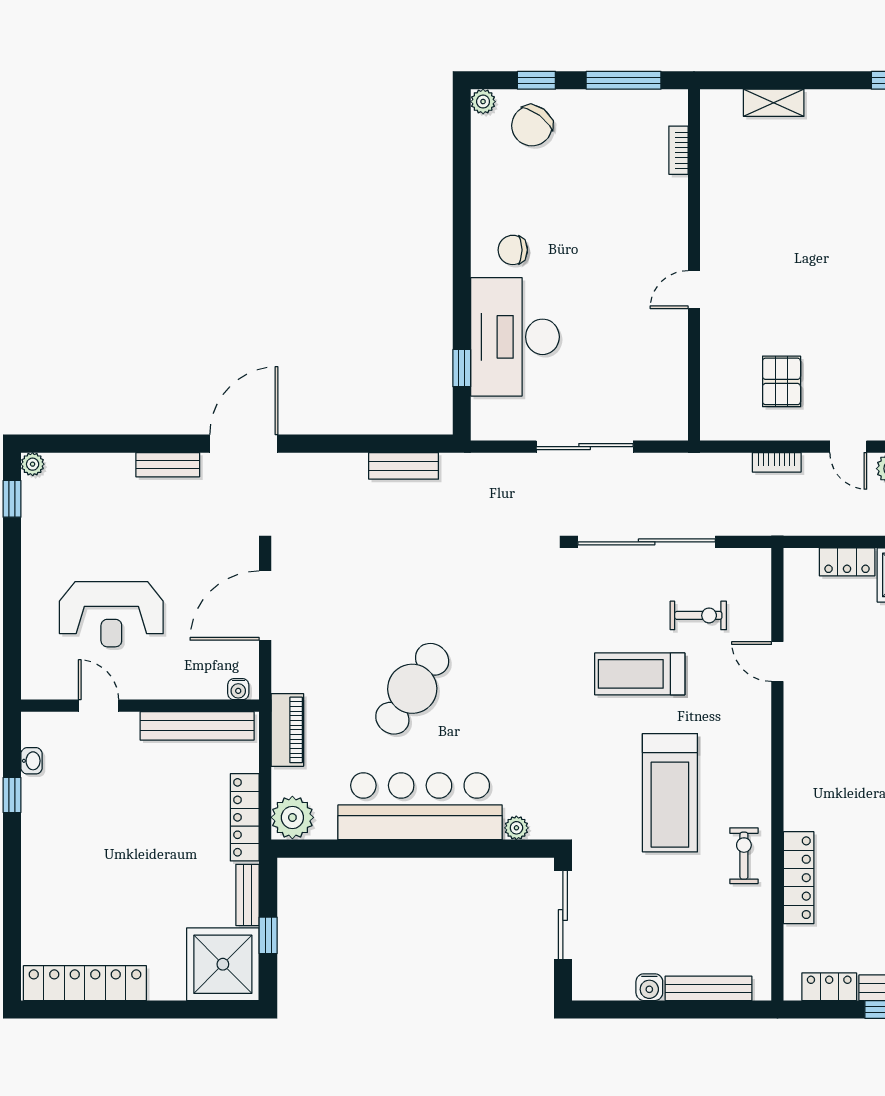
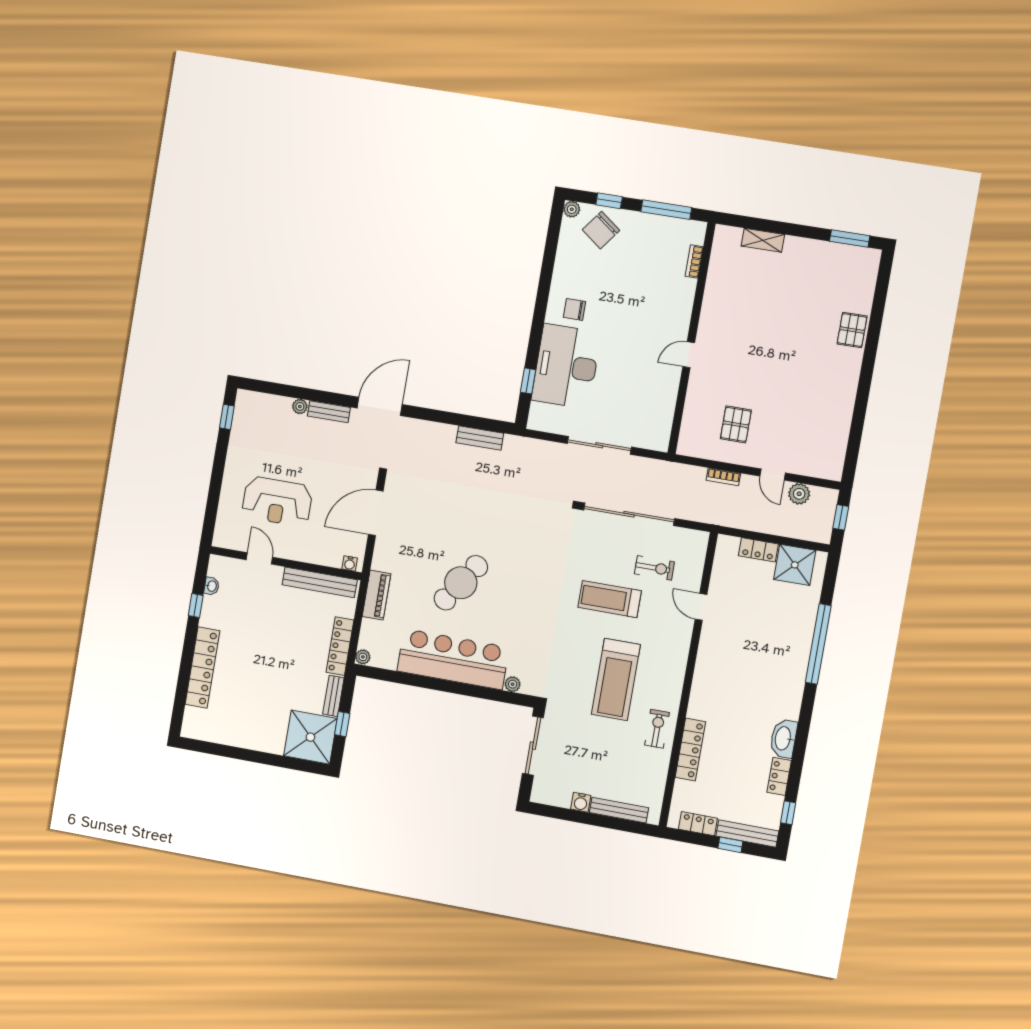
plant: (33, 464) -> (300, 406), moved
plant: (292, 817) -> (363, 657), width x0.53, depth x0.53
locker: (85, 983) -> (202, 668), moved, turned 90

